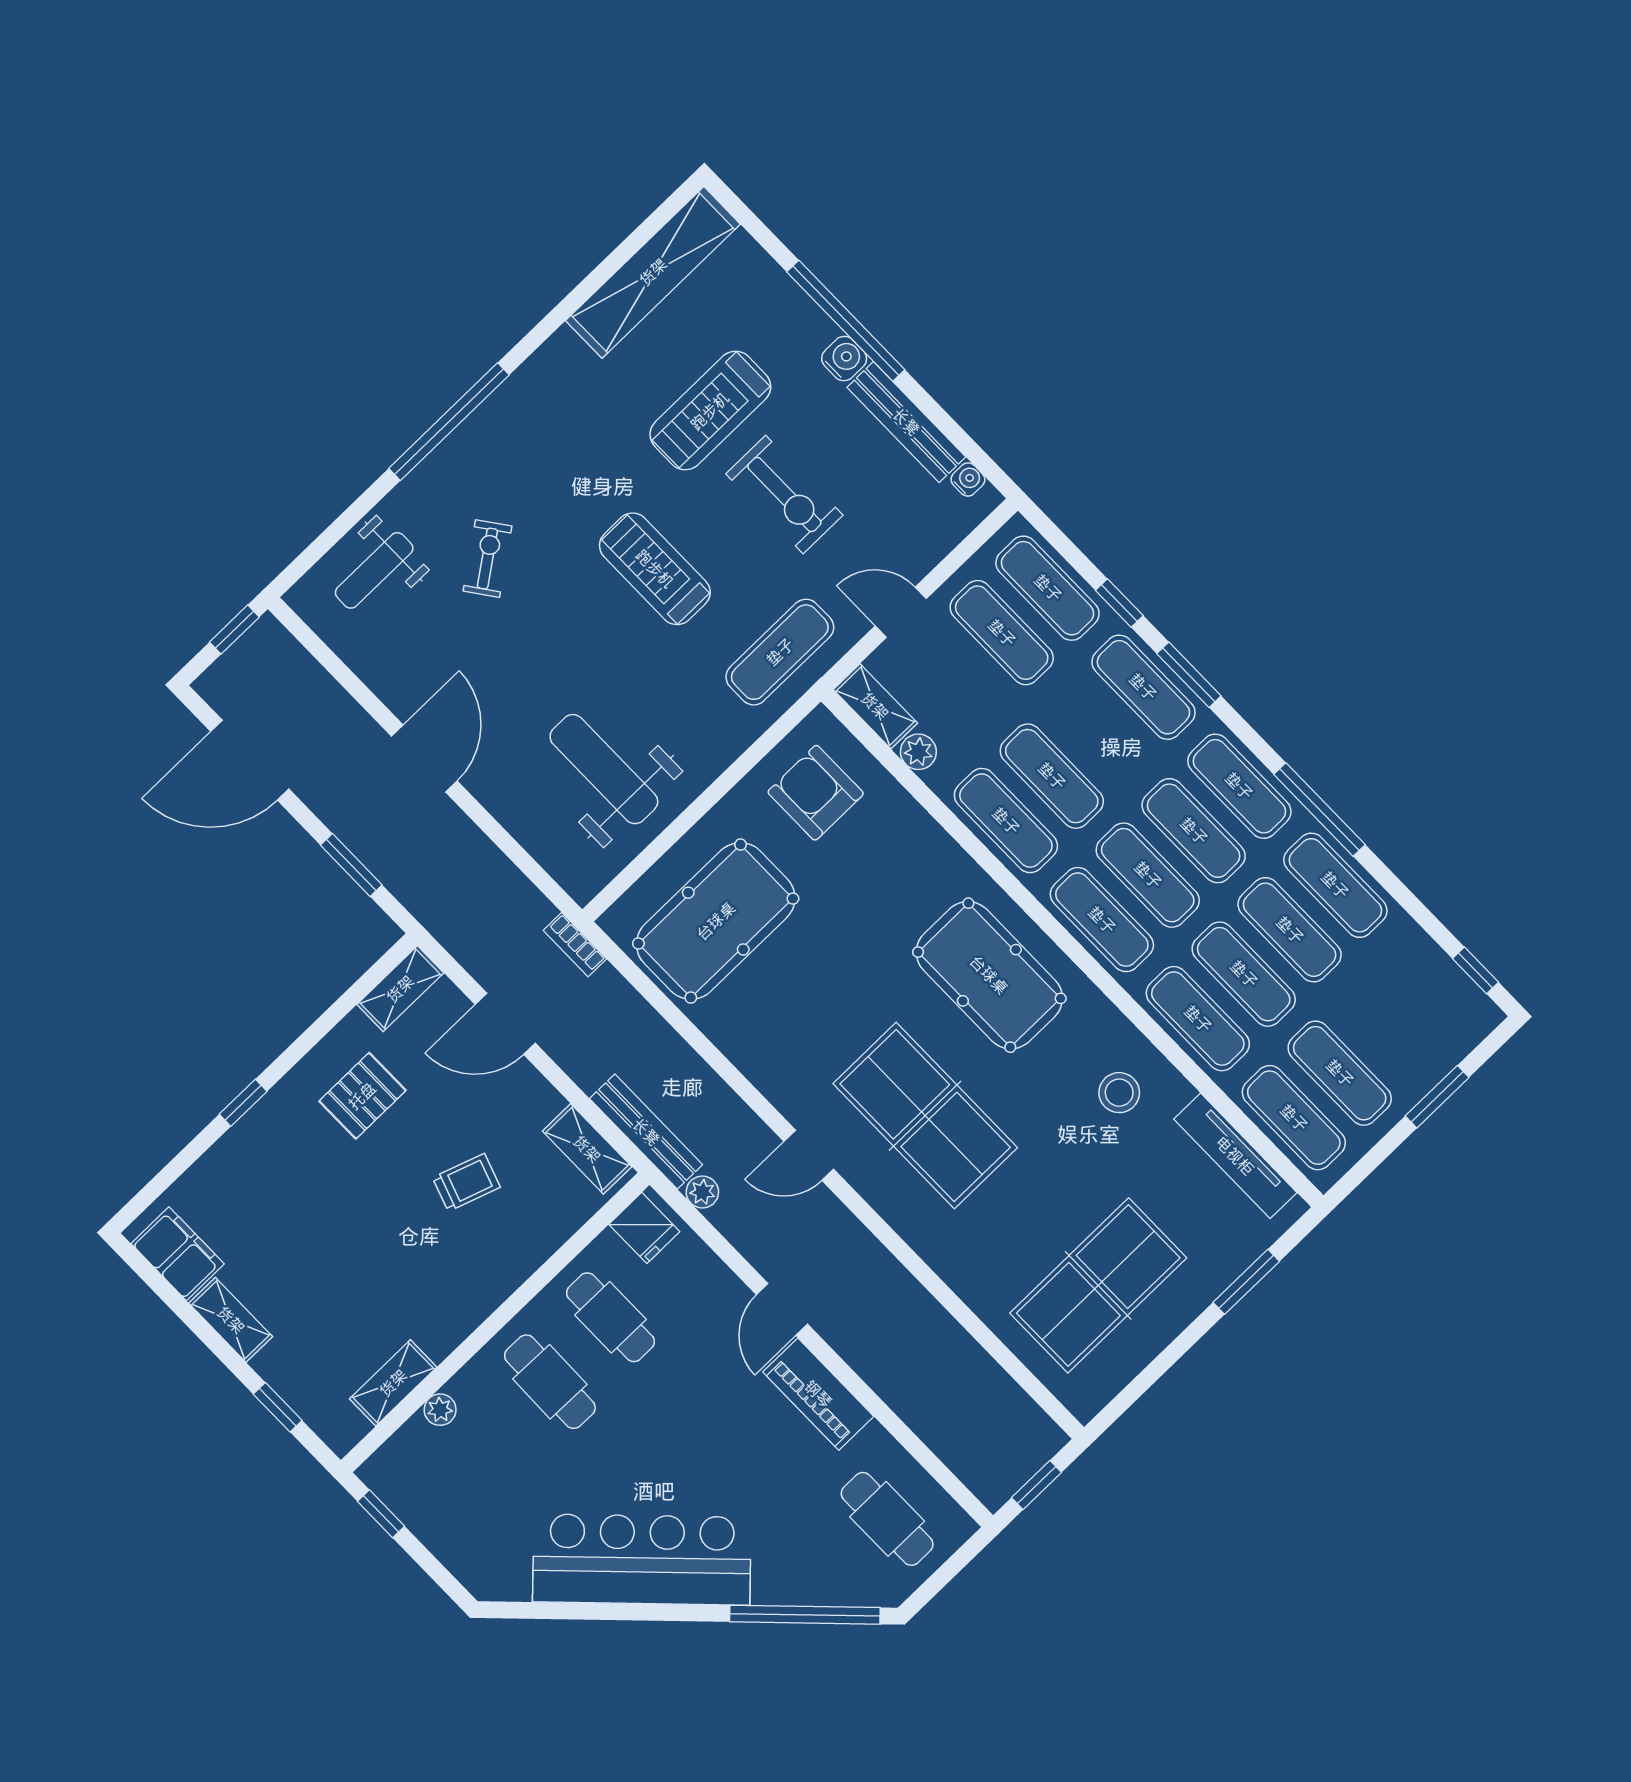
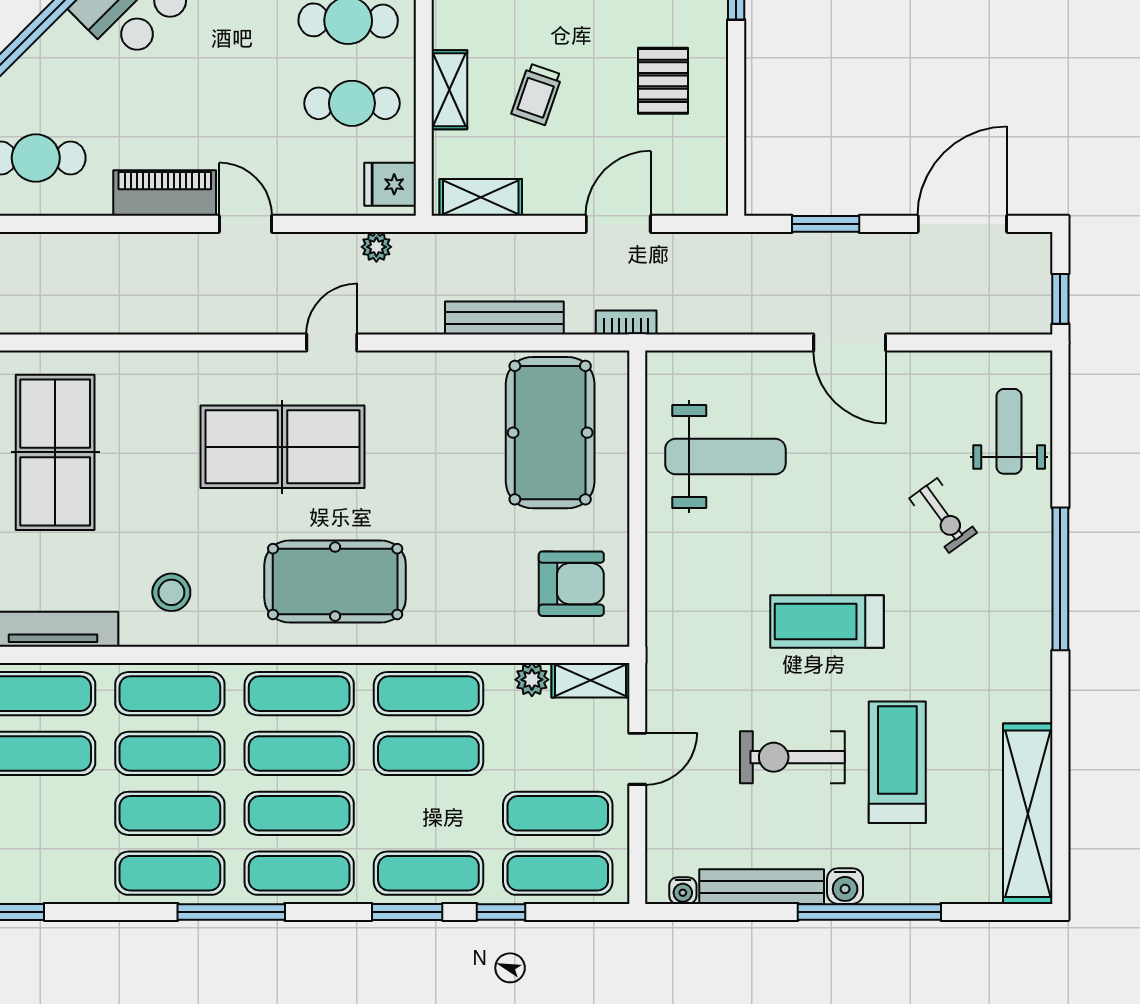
treadmill: (655, 569) -> (827, 621), turned 180
exercise mat: (780, 652) -> (689, 651), removed
shelving: (400, 989) -> (449, 90), moved
bench: (646, 1132) -> (504, 318), moved

